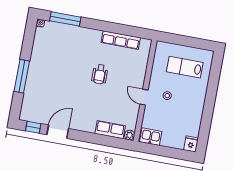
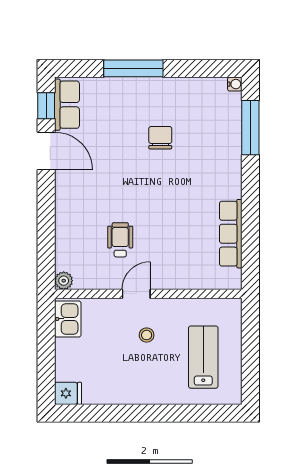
chair: (62, 69) -> (160, 138), added
wheelchair: (100, 74) -> (120, 240), moved, turned 90
row of seats: (110, 130) -> (67, 105), moved

